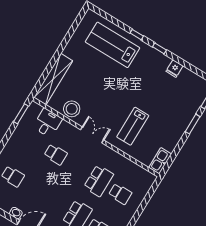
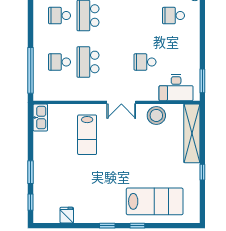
window: (63, 45) -> (202, 172), added
fridge: (174, 69) -> (67, 215), moved
desk: (47, 123) -> (176, 88), width x1.37
lab bench: (133, 126) -> (87, 135), turned 180
window: (146, 201) -> (31, 70), added

